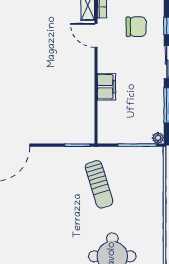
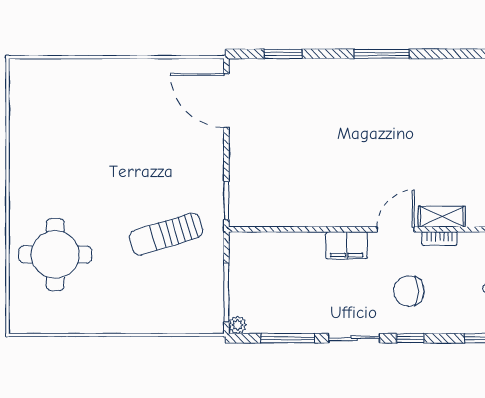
chair: (136, 27) -> (409, 291), turned 90
filing cabinet: (106, 87) -> (347, 245), moved

